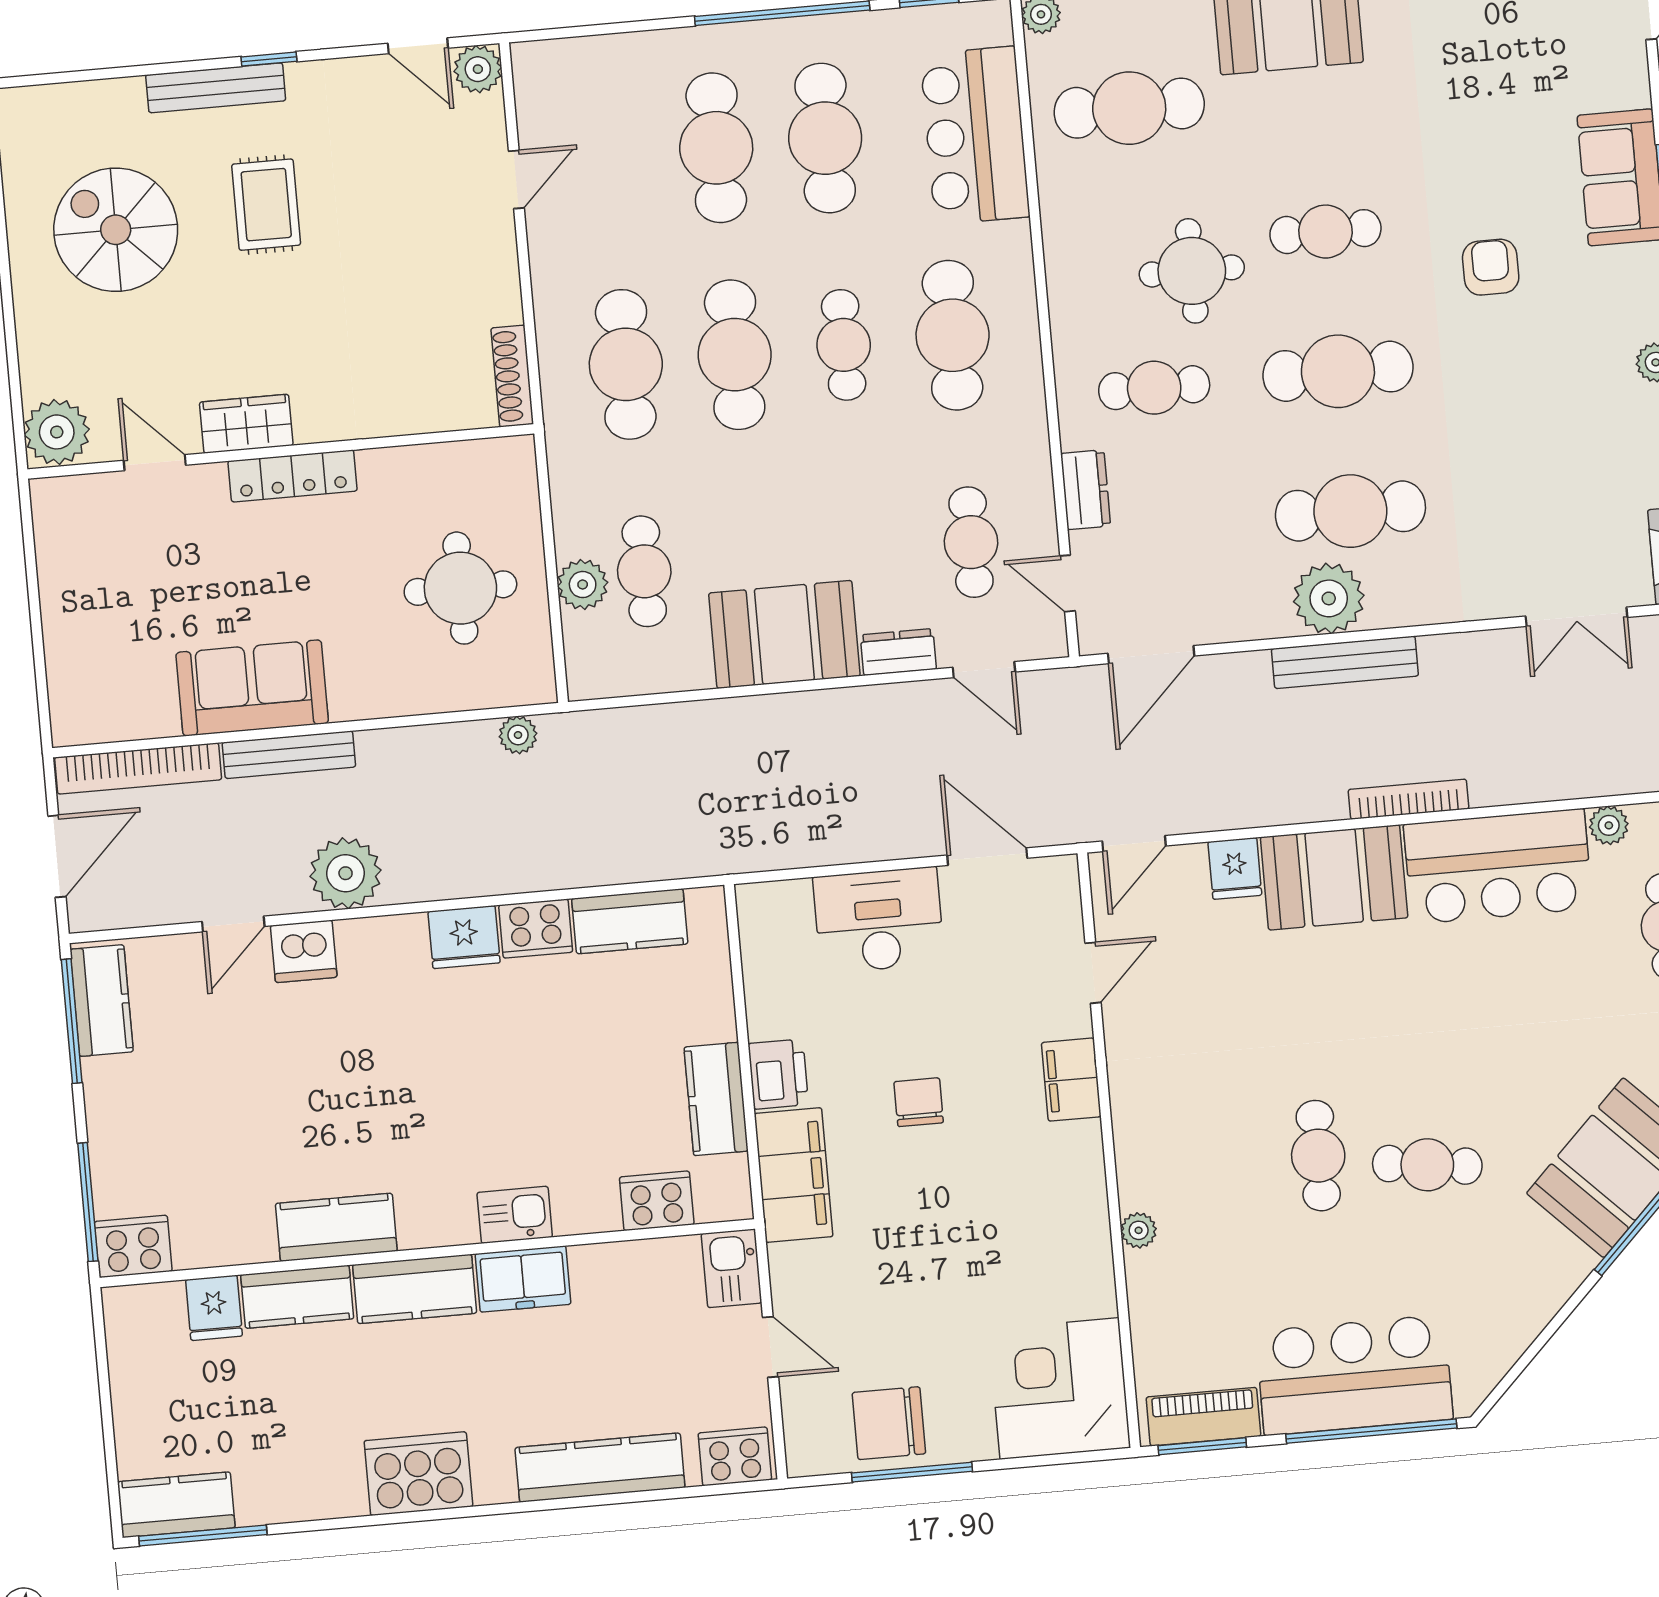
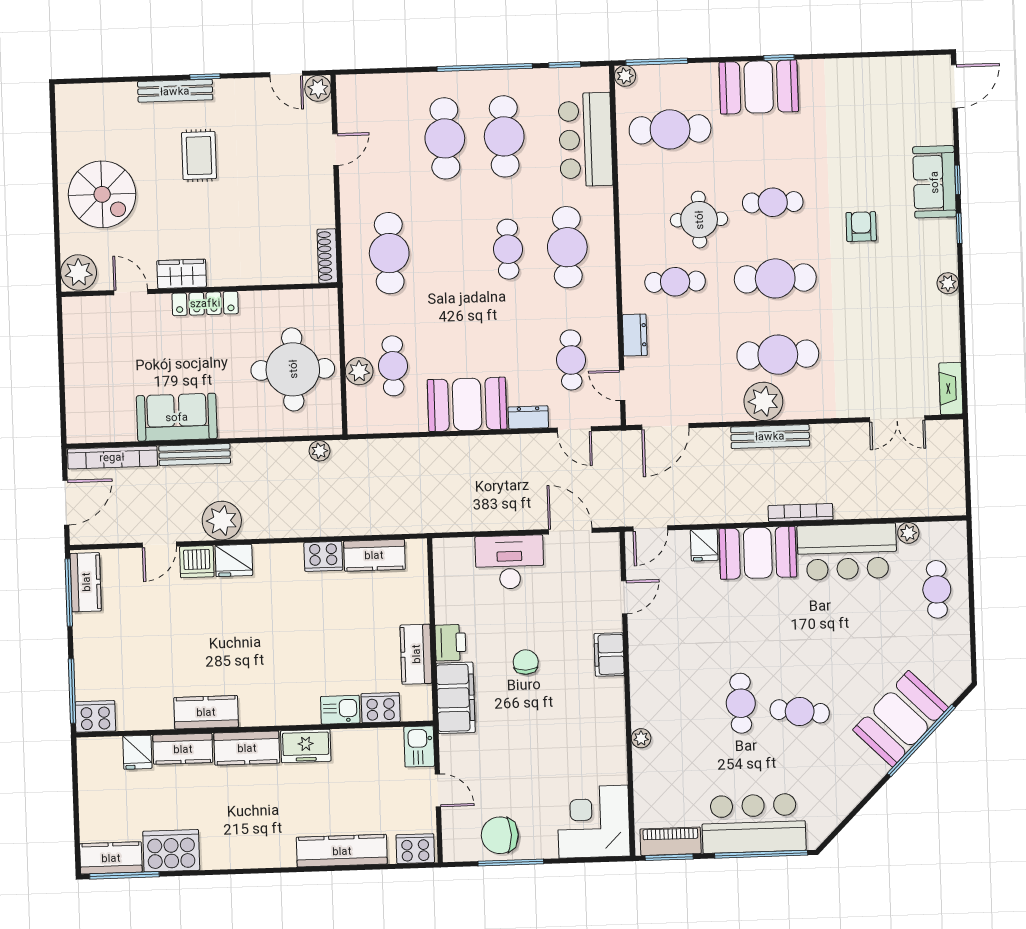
spiral stairs: (116, 230) -> (102, 194), moved, turned 180
cafe table: (735, 355) -> (449, 251), removed
round table: (460, 588) -> (293, 369), width x1.36, depth x1.36
fridge: (464, 937) -> (234, 560), moved
kitchen sink: (515, 1215) -> (340, 710), moved
cooker: (418, 1474) -> (171, 851), moved

